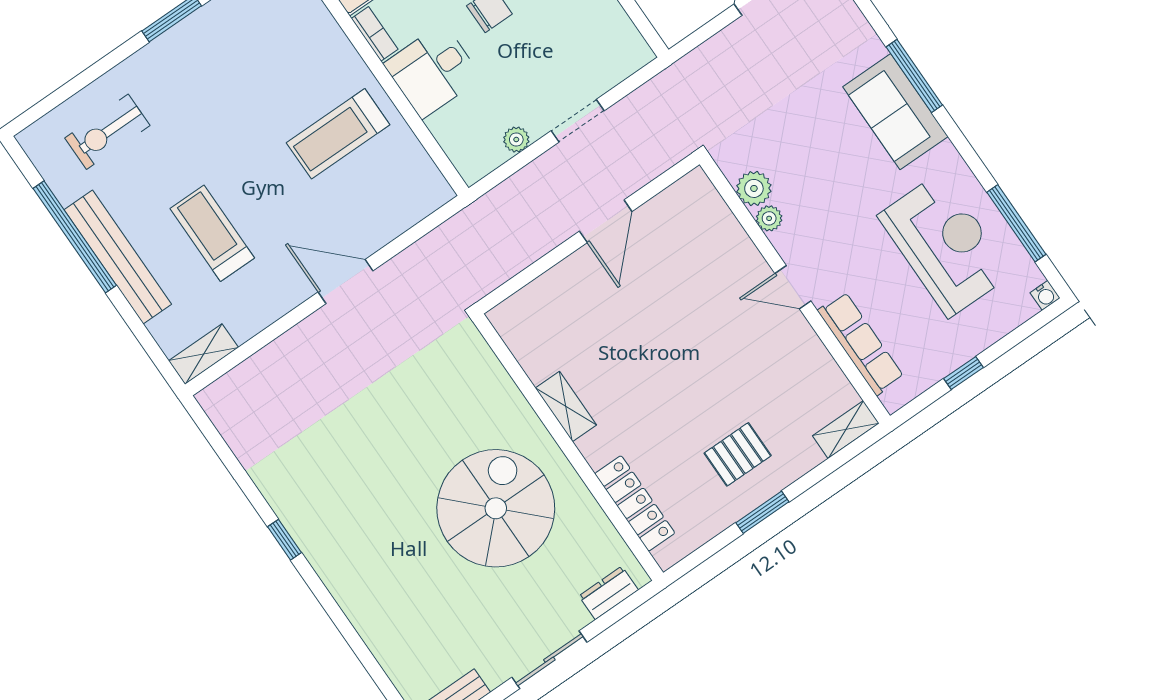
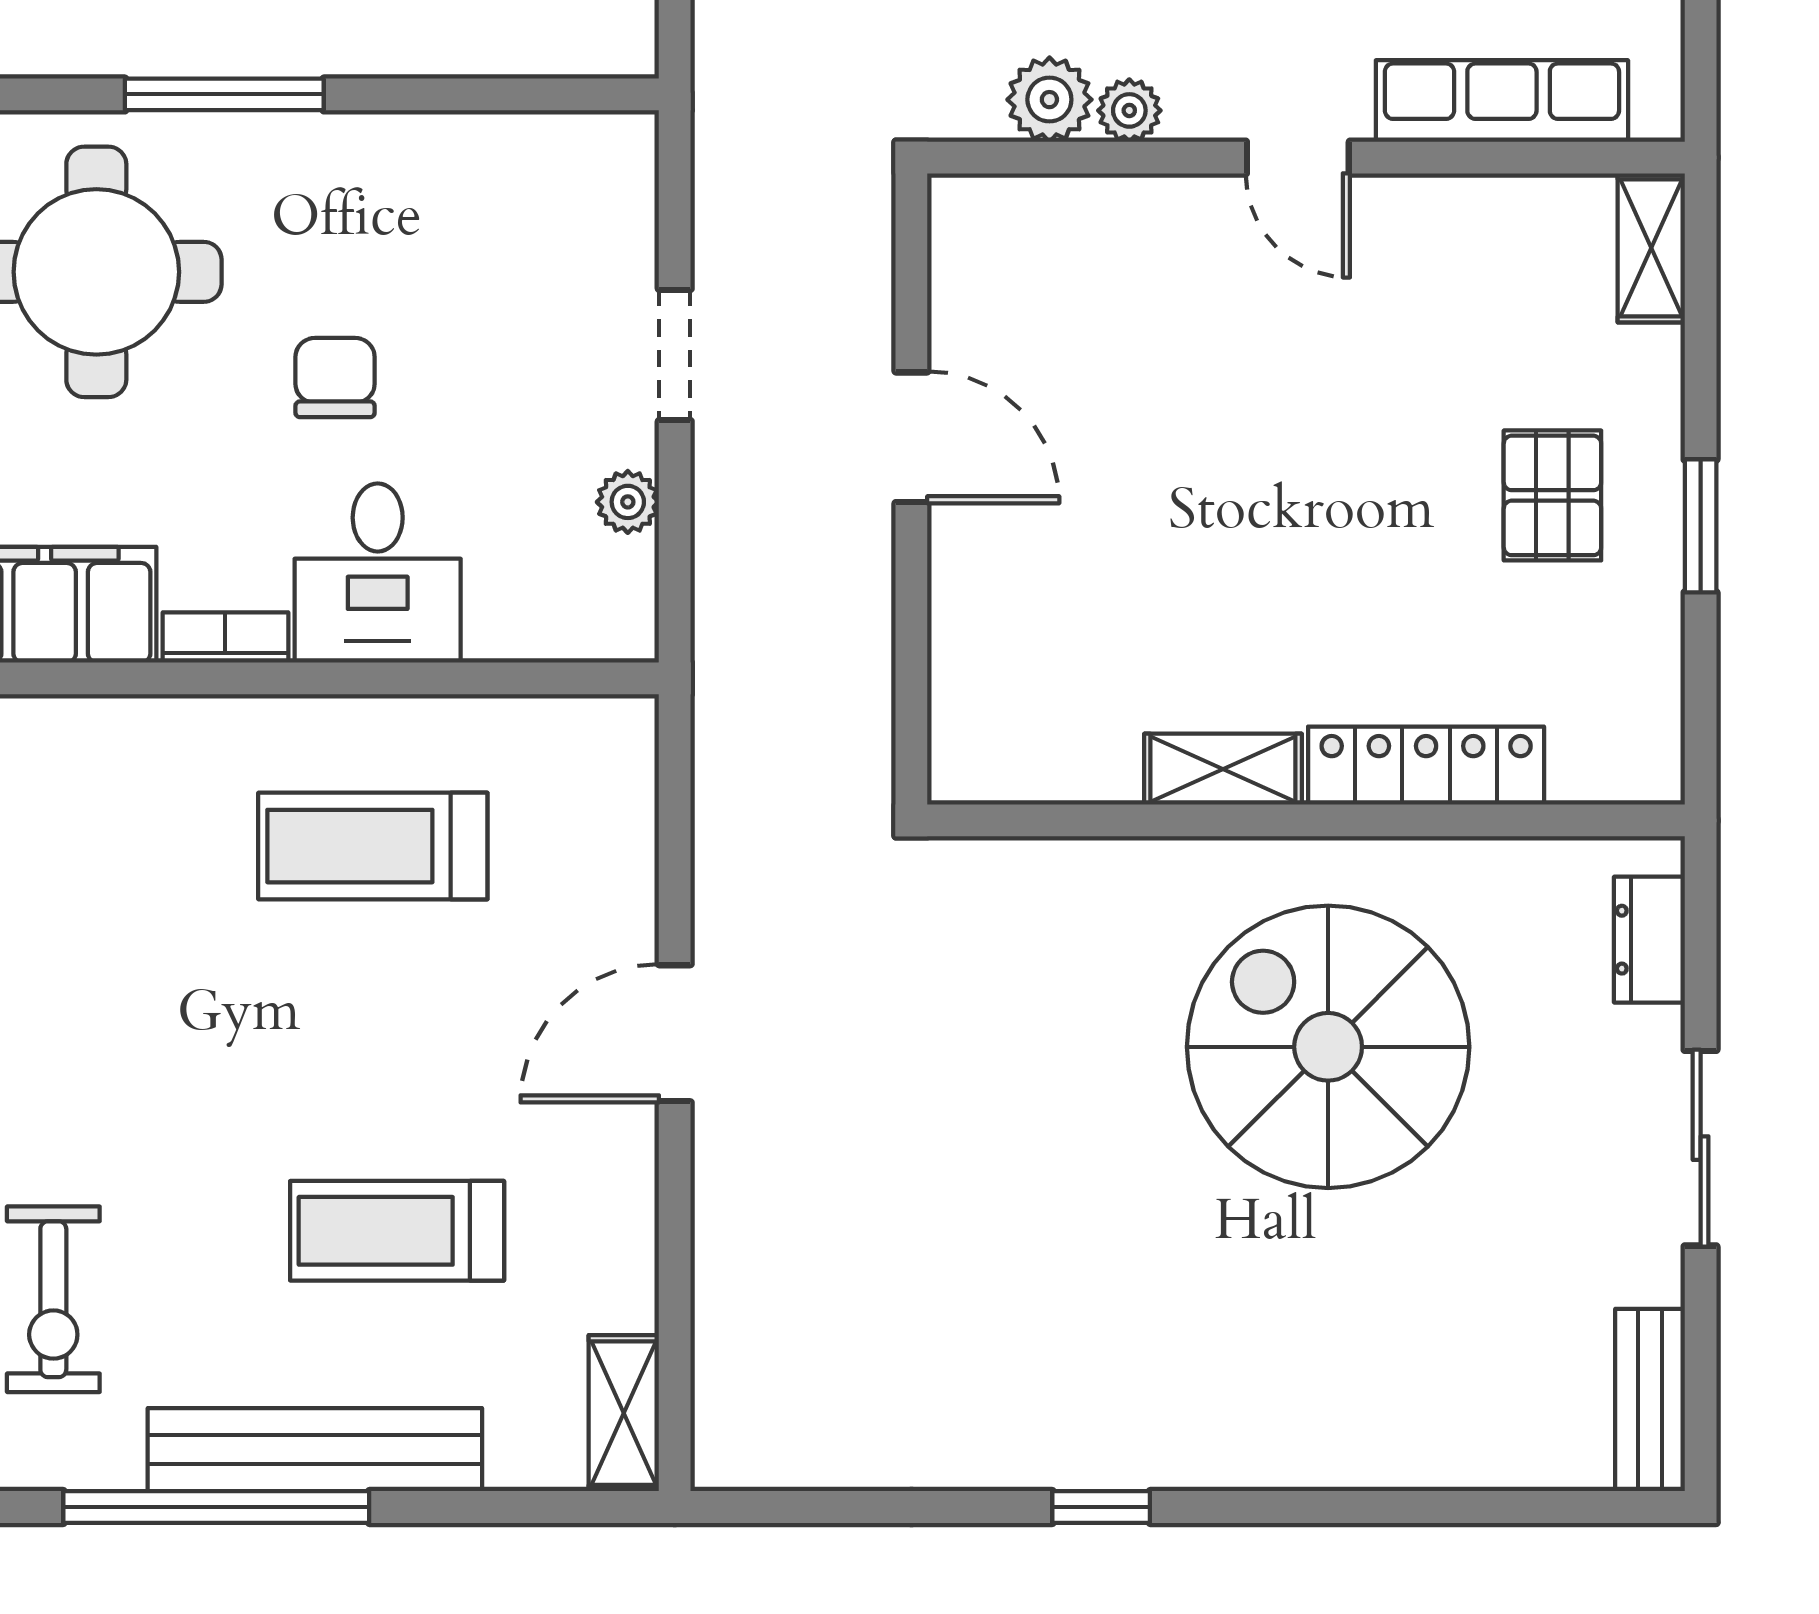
treadmill: (338, 134) -> (373, 846), turned 90
door: (793, 287) -> (1298, 158), hinge flipped
locker: (635, 503) -> (1426, 766), moved

